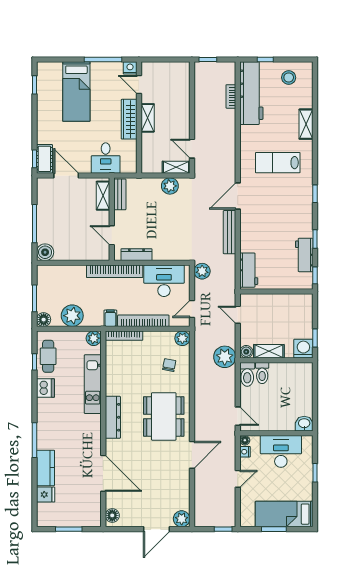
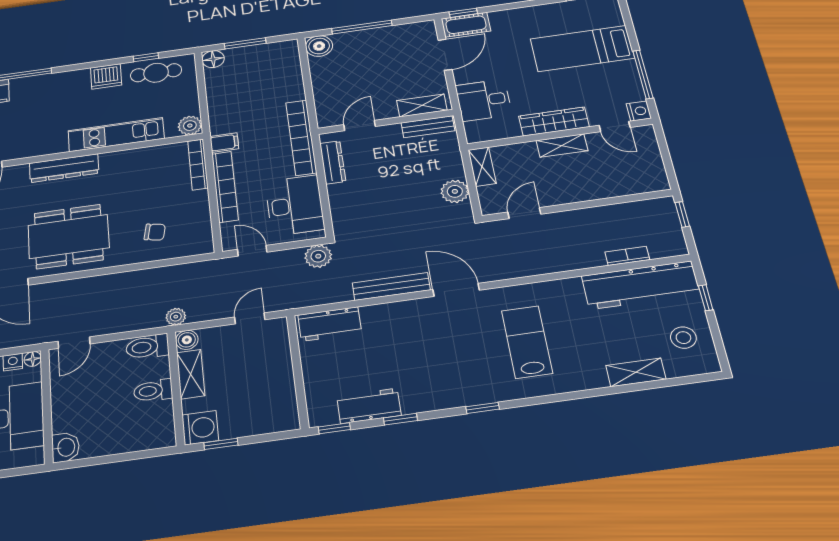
door: (139, 84) -> (615, 126), swing flipped
shelving: (306, 124) -> (636, 372), moved
shelving: (176, 167) -> (482, 167), moved
plant: (72, 316) -> (223, 93), removed
plant: (182, 338) -> (201, 244), removed
plant: (225, 357) -> (176, 317), width x0.53, depth x0.53
toilet: (262, 373) -> (153, 391), moved

